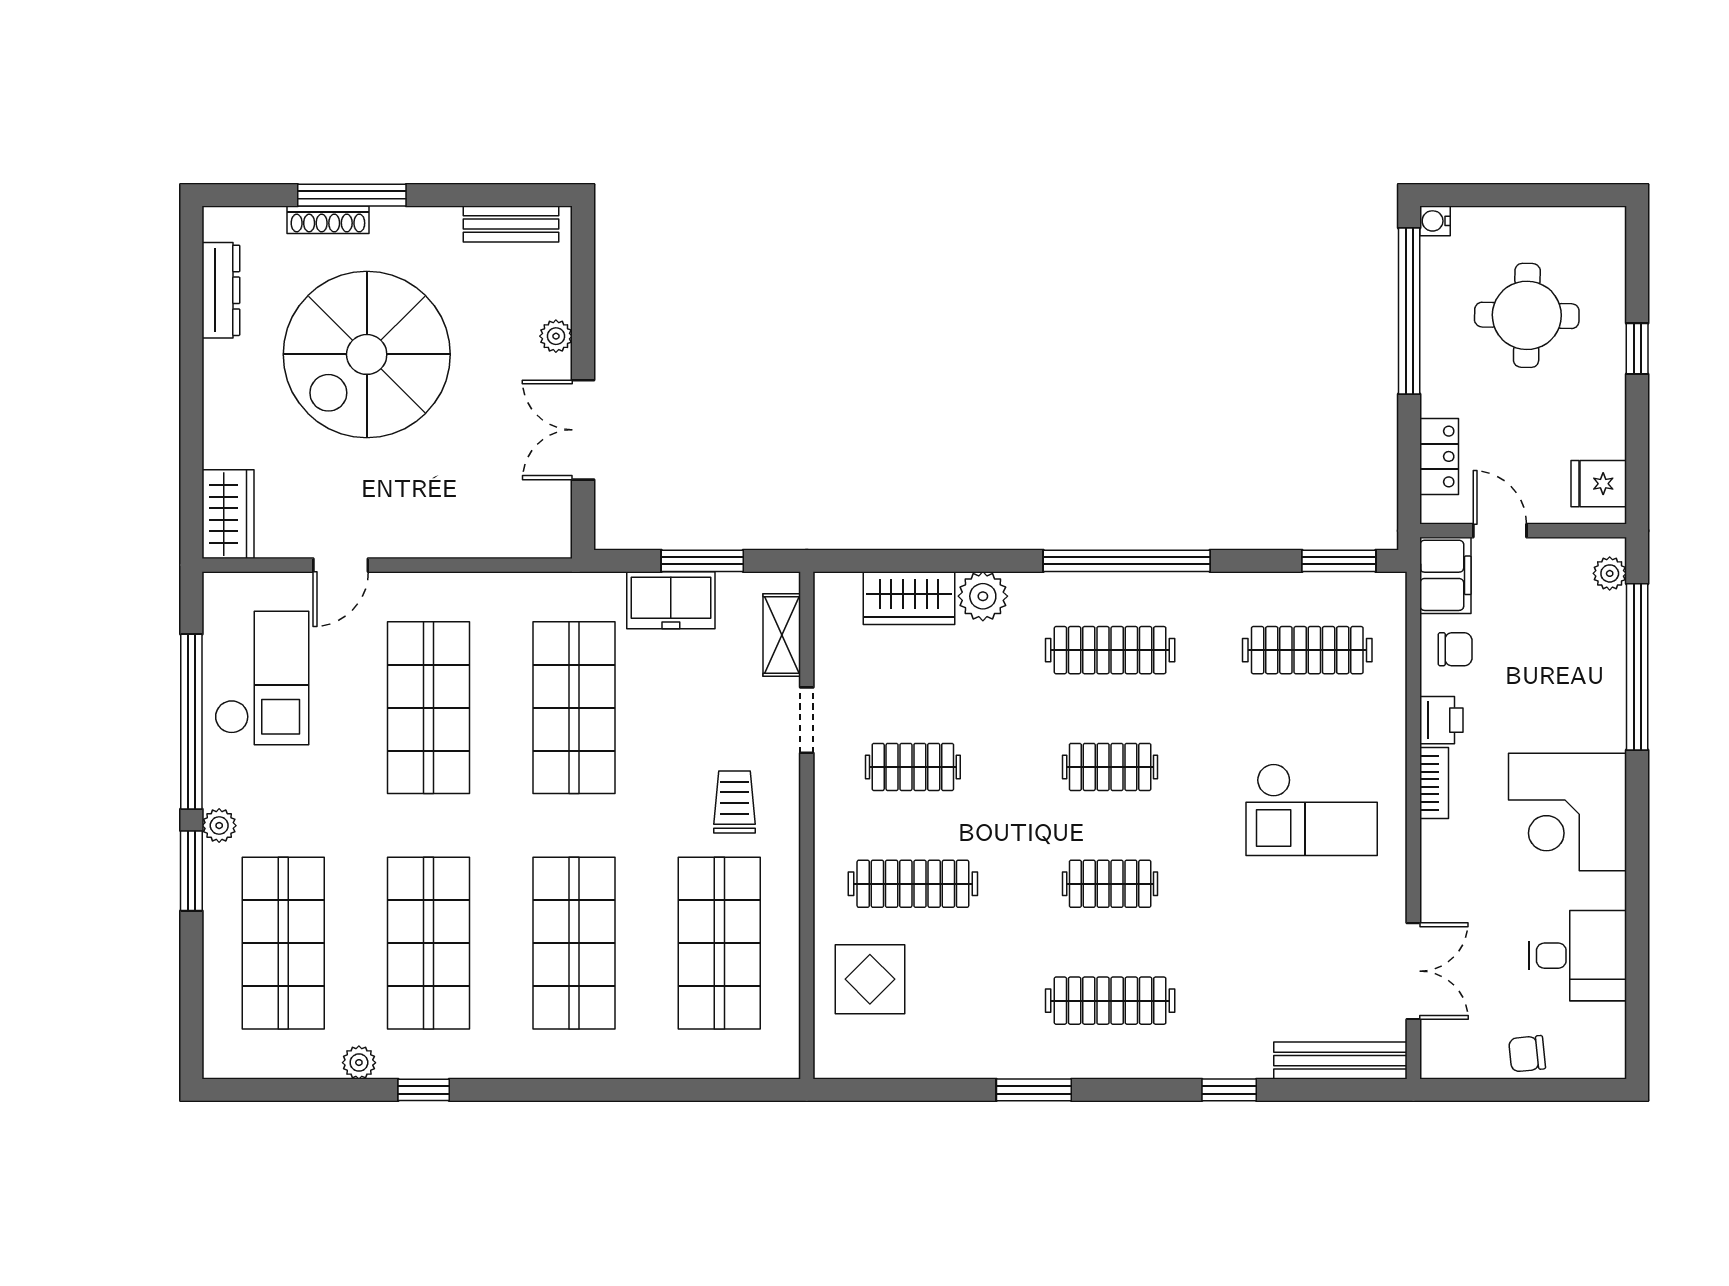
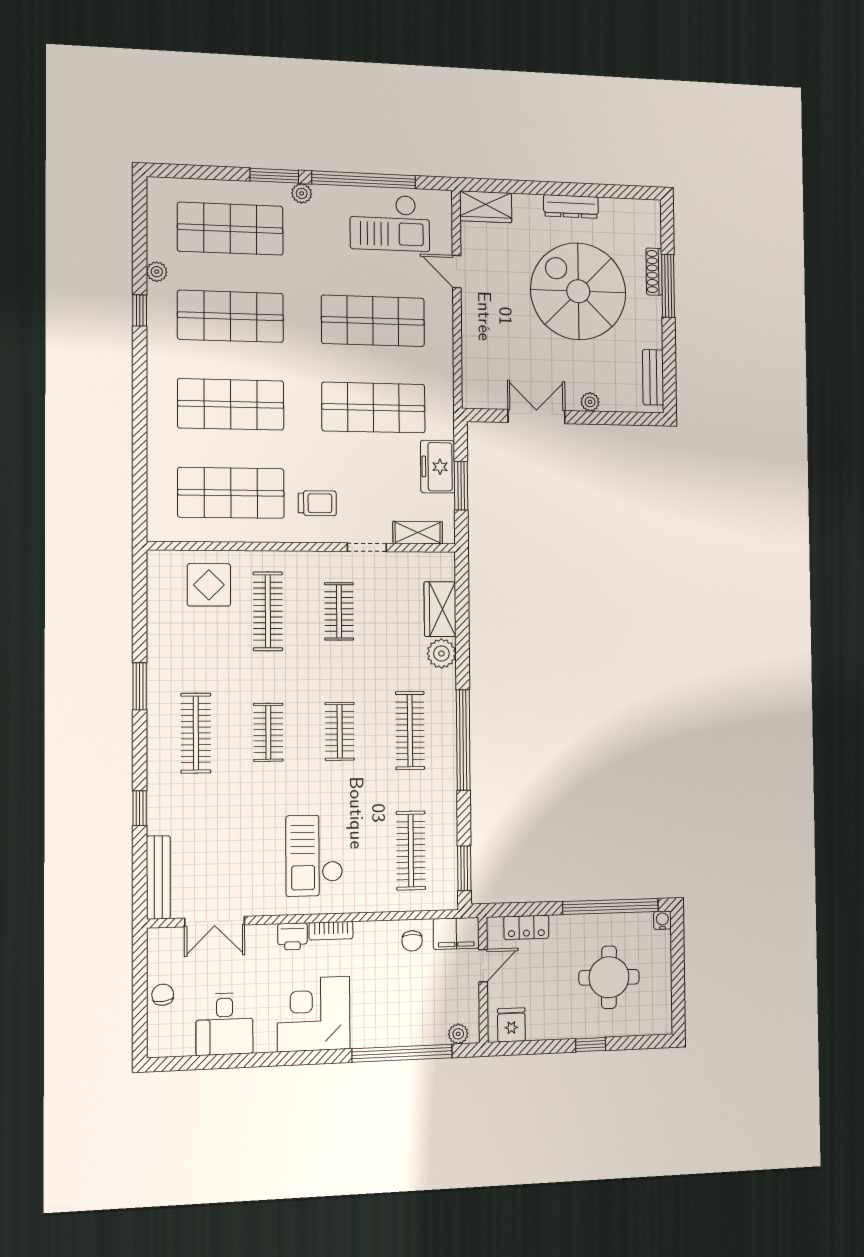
dresser: (221, 290) -> (571, 206), moved
printer: (1441, 720) -> (293, 936), moved

